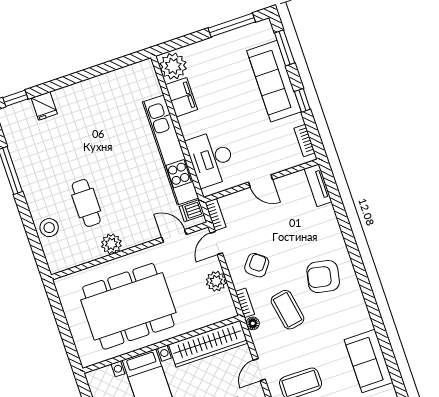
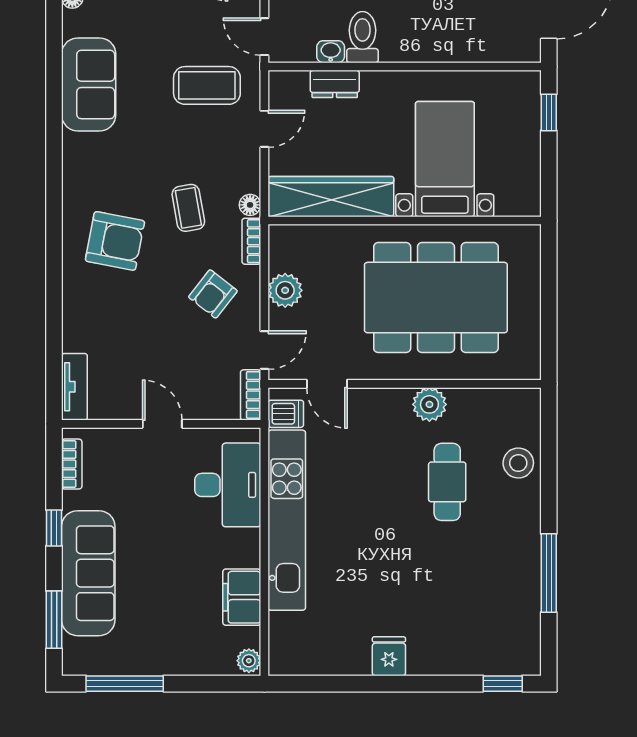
plant: (173, 66) -> (249, 661), width x0.53, depth x0.53
fridge: (44, 106) -> (389, 656), moved
coffee table: (287, 310) -> (188, 208), width x0.73, depth x0.77

